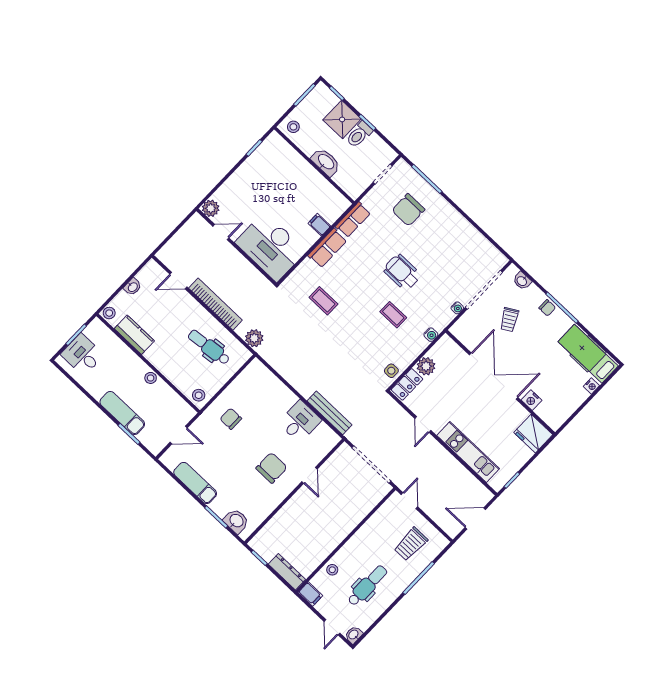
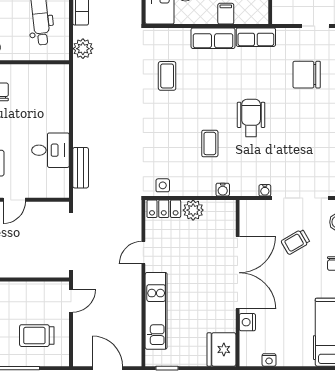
nightstand: (591, 386) -> (269, 360), moved
bench: (330, 413) -> (81, 168), width x0.73

